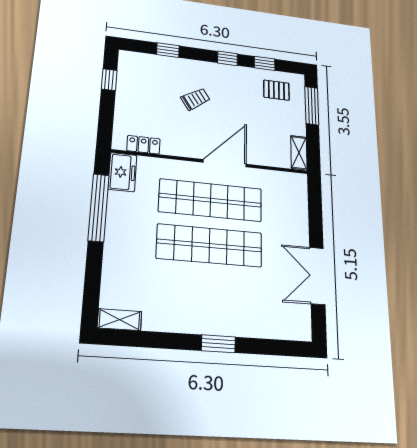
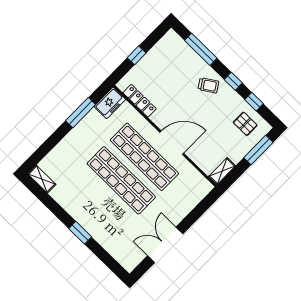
window: (168, 50) -> (201, 49), width x2.17
window: (109, 80) -> (137, 55), moved
trolley: (195, 99) -> (208, 85), moved
locker: (143, 145) -> (140, 101), width x1.53
window: (99, 208) -> (81, 113), width x0.68

